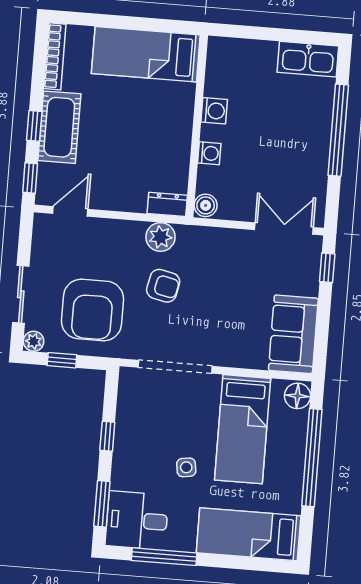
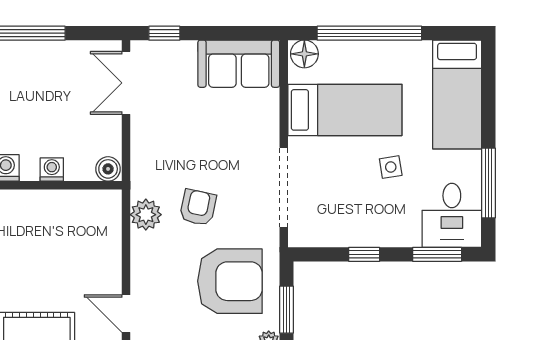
dresser: (167, 204) -> (110, 210), removed
window: (62, 360) -> (287, 310), width x1.50

